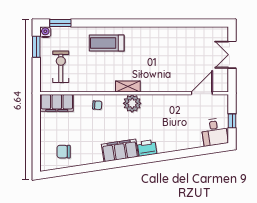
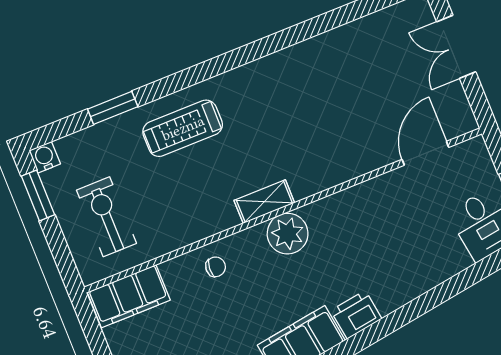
window: (60, 23) -> (113, 108), moved

